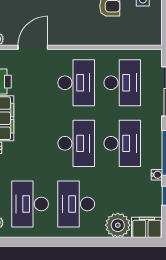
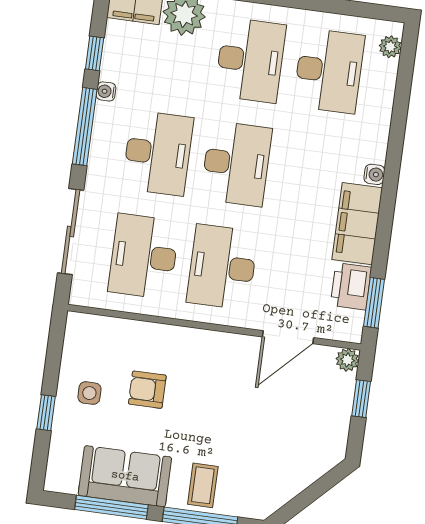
desk: (76, 143) -> (236, 164), turned 180
desk: (122, 143) -> (158, 153), turned 180

